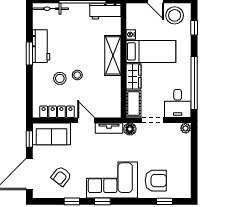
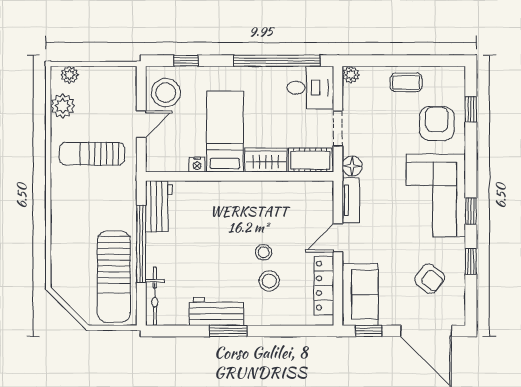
shelving: (113, 55) -> (232, 194), removed
coffee table: (181, 162) -> (406, 82), added

